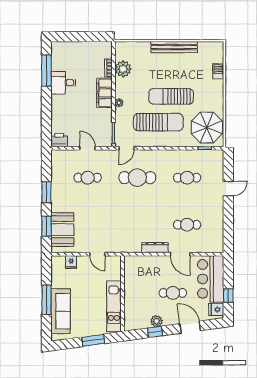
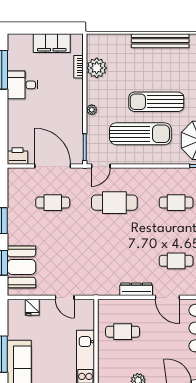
filing cabinet: (104, 93) -> (52, 43), moved, turned -90
door: (88, 148) -> (53, 166), width x1.88
cafe table: (173, 293) -> (123, 332), moved

